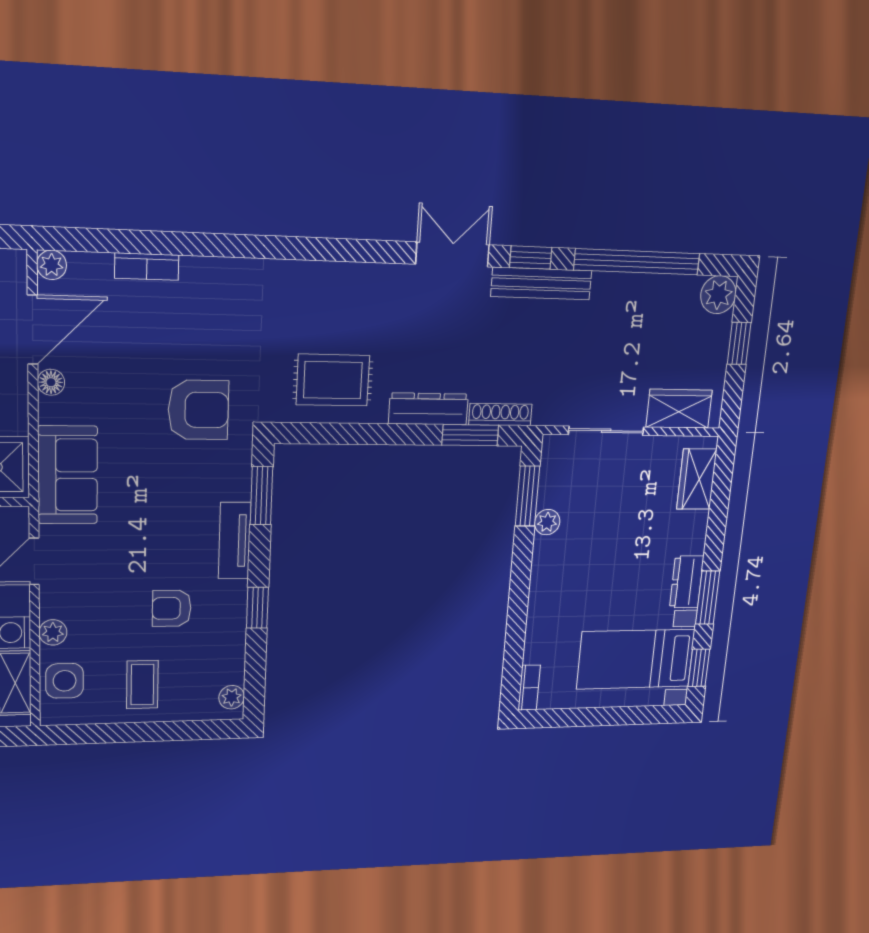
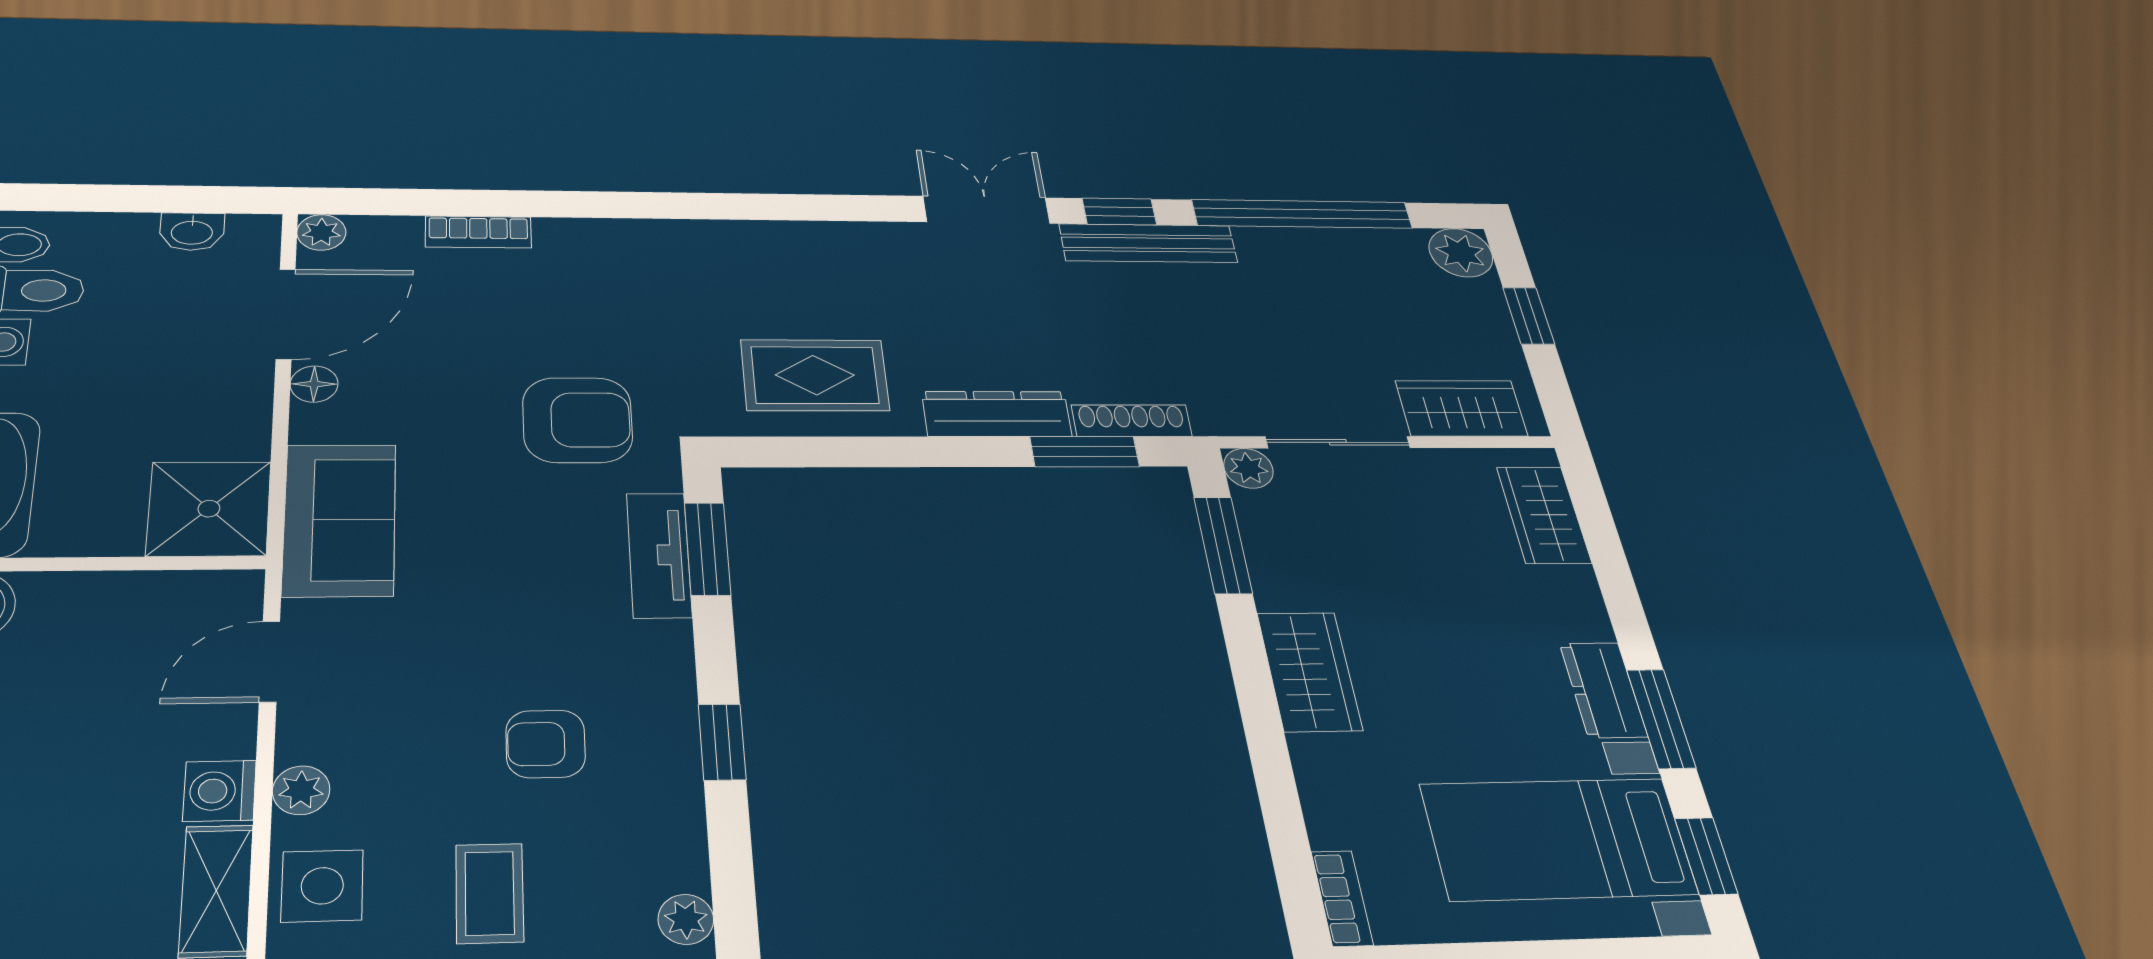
plant: (547, 522) -> (1248, 468), moved
tv unit: (235, 541) -> (659, 555), moved
wardrobe: (549, 571) -> (1309, 671), added

